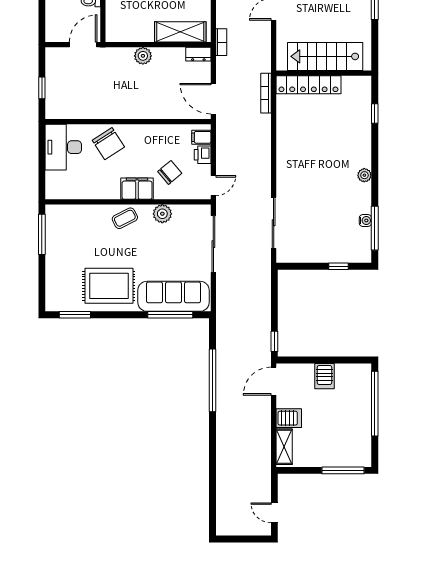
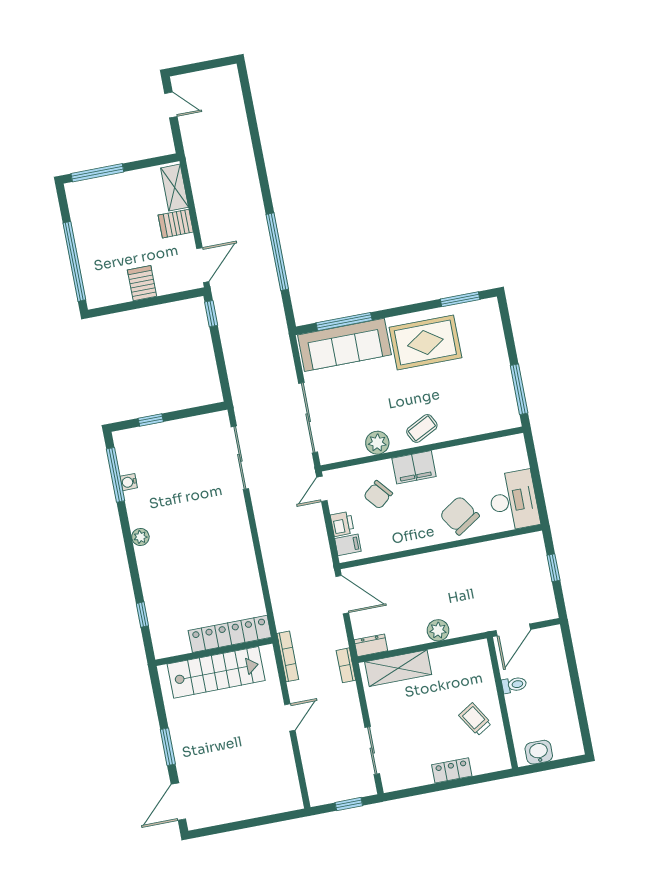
bookcase: (266, 93) -> (288, 656), moved

